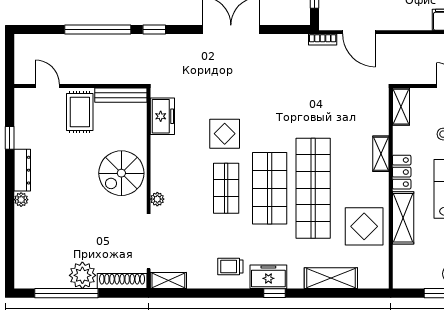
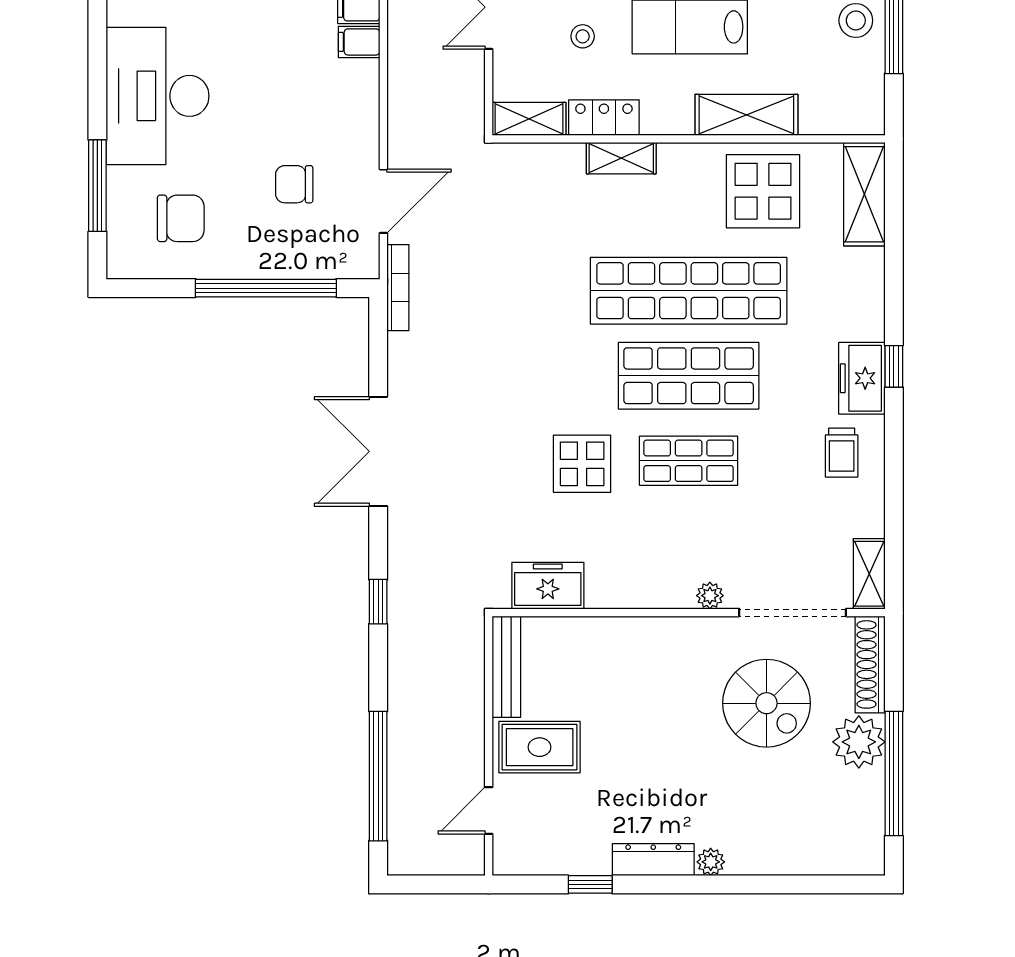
window: (98, 29) -> (378, 776), moved
bookcase: (323, 40) -> (398, 288), width x1.56
locker: (402, 172) -> (604, 118), moved
spiral stairs: (121, 173) -> (767, 703), moved
shelving: (331, 278) -> (864, 194), moved

